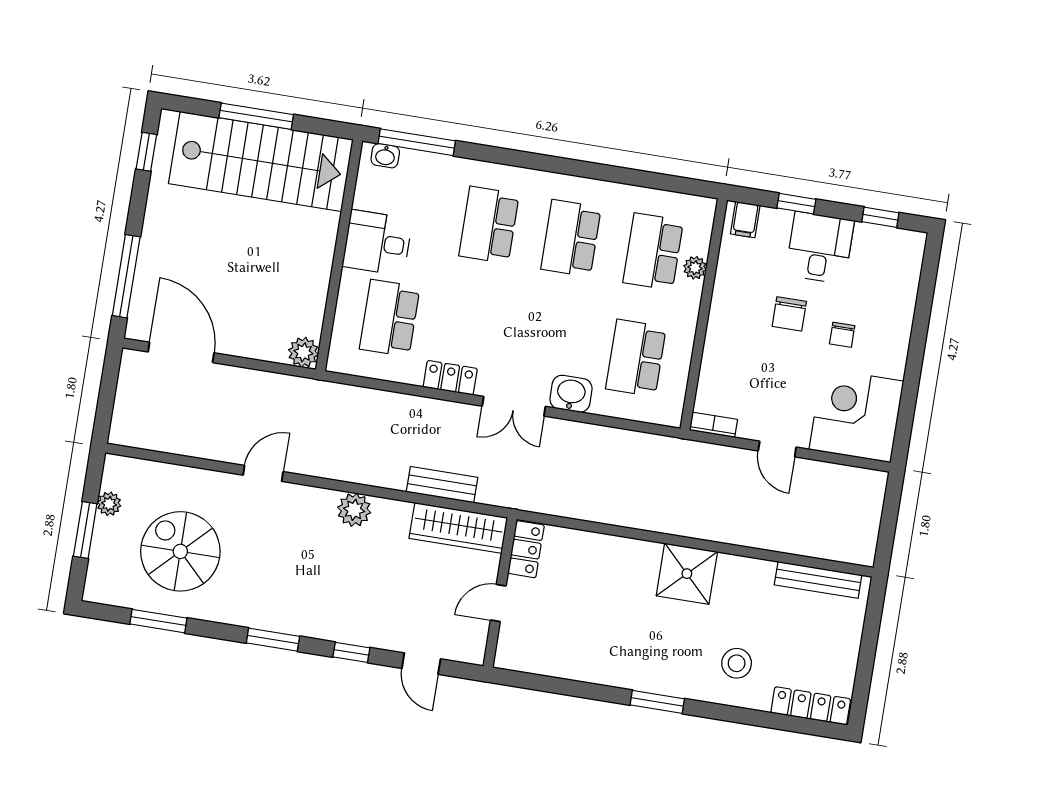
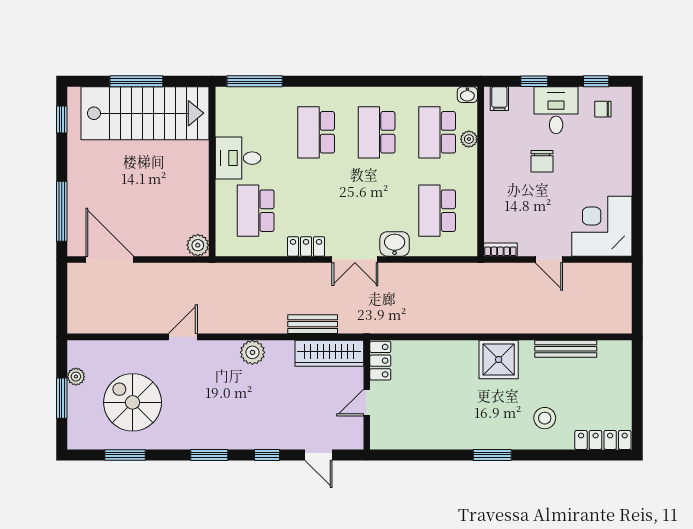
washbasin: (385, 156) -> (467, 95), moved
chair: (842, 335) -> (603, 109), moved, turned 90
bench: (818, 580) -> (566, 349), moved

